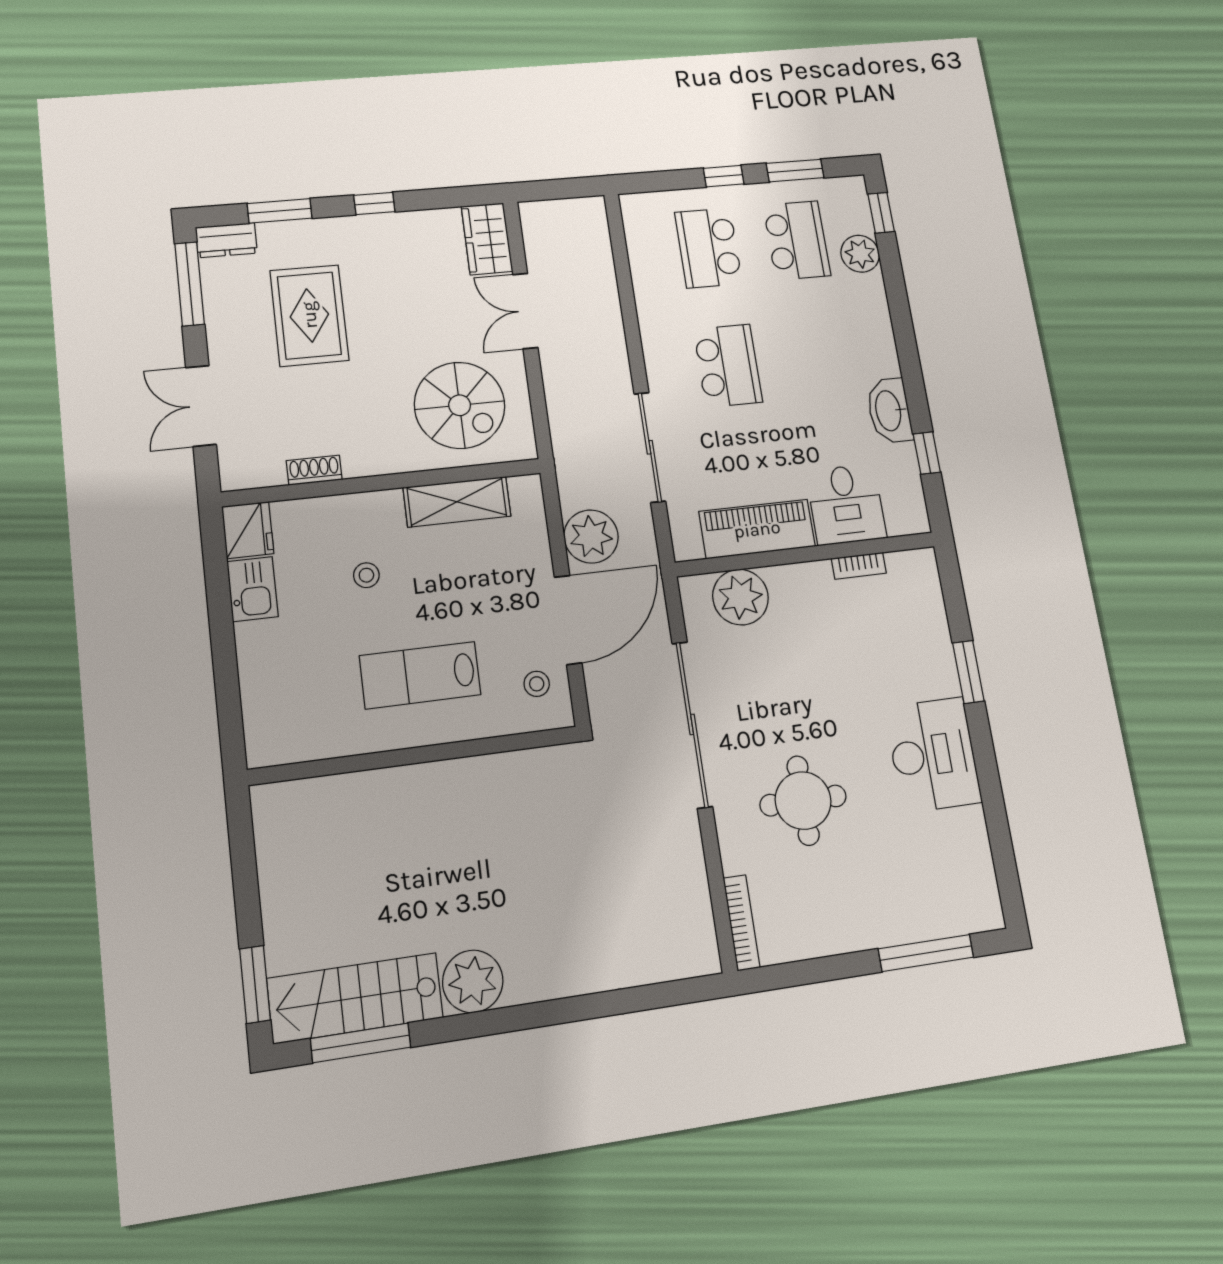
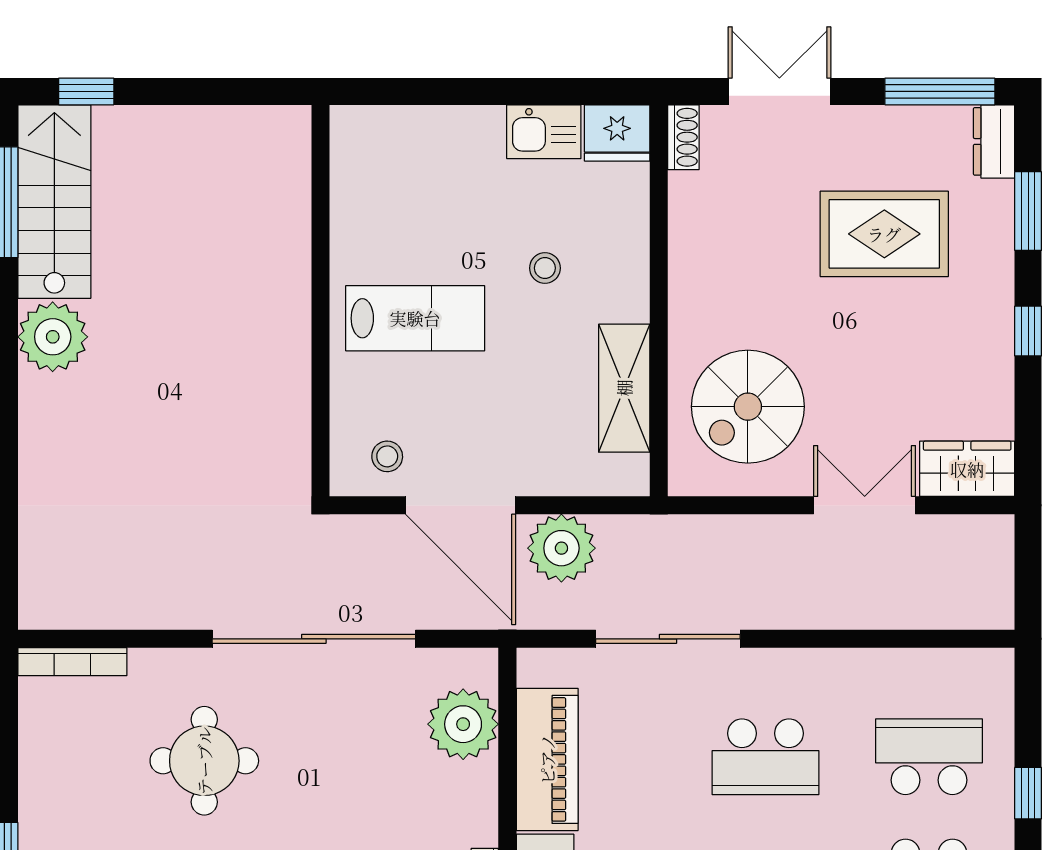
shoe rack: (314, 470) -> (683, 137), moved
lab bench: (420, 675) -> (415, 318), turned 90
window: (255, 984) -> (86, 91), width x0.67

